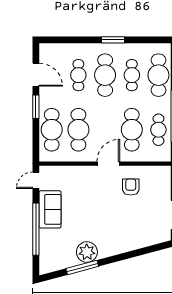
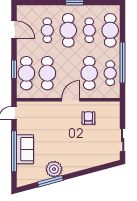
window: (36, 107) -> (14, 69), moved
sofa: (50, 209) -> (25, 149), moved

